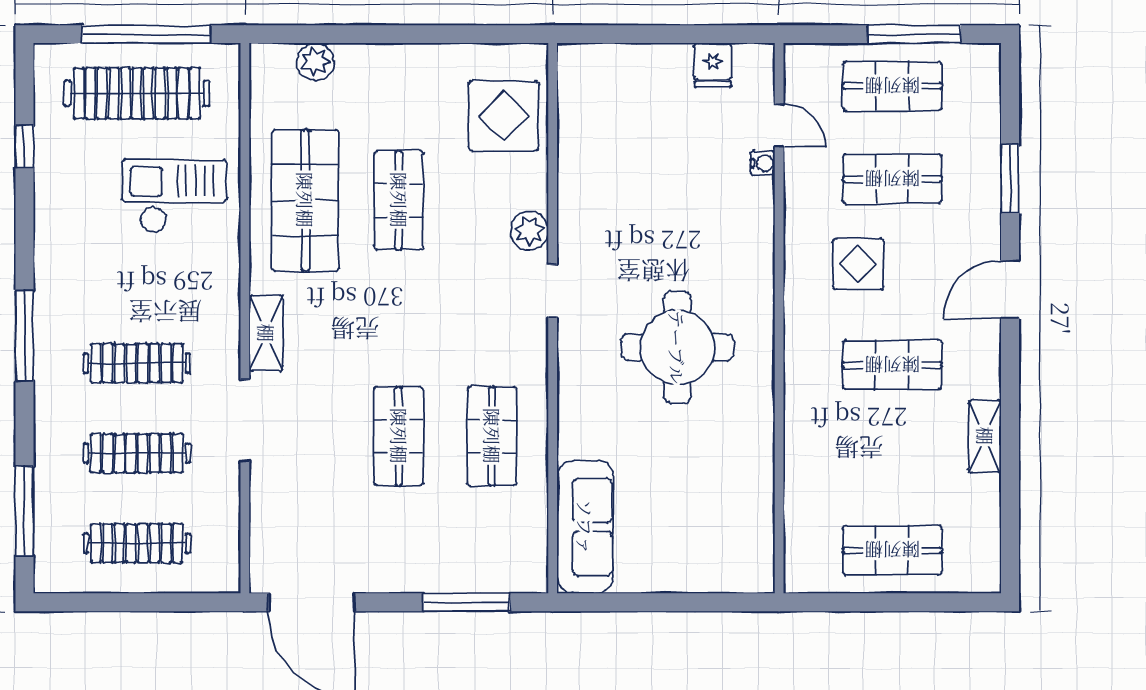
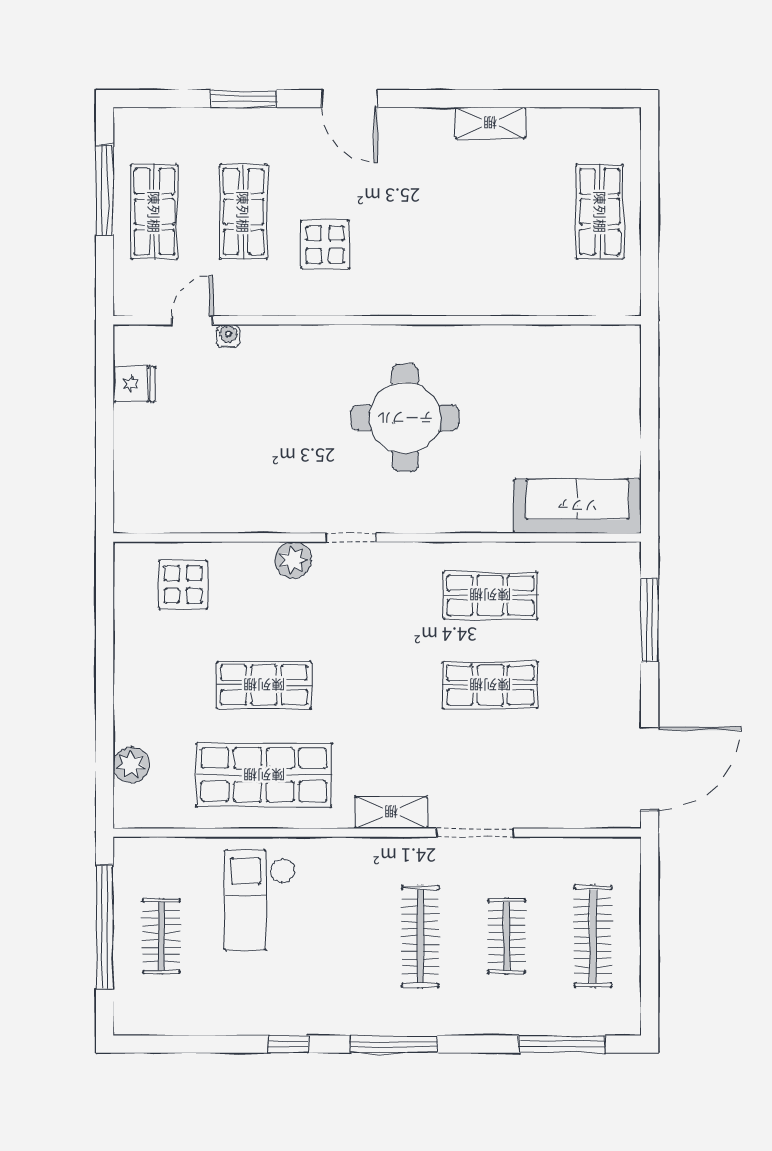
clothes rail: (137, 93) -> (161, 936), width x0.54, depth x0.76
display table: (504, 116) -> (183, 585), width x0.73, depth x0.73
window: (24, 146) -> (288, 1044), moved
shop shelf: (892, 365) -> (422, 212), removed
clothes rail: (137, 453) -> (507, 936), width x0.73

